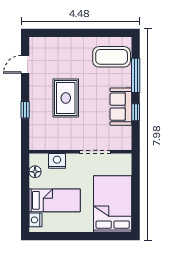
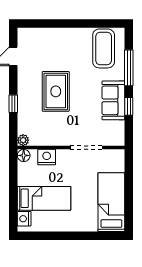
coffee table: (112, 57) -> (104, 48), turned 90
plant: (35, 145) -> (23, 140), added
floor lamp: (35, 172) -> (24, 155), moved
bed: (113, 204) -> (111, 202), width x0.67

